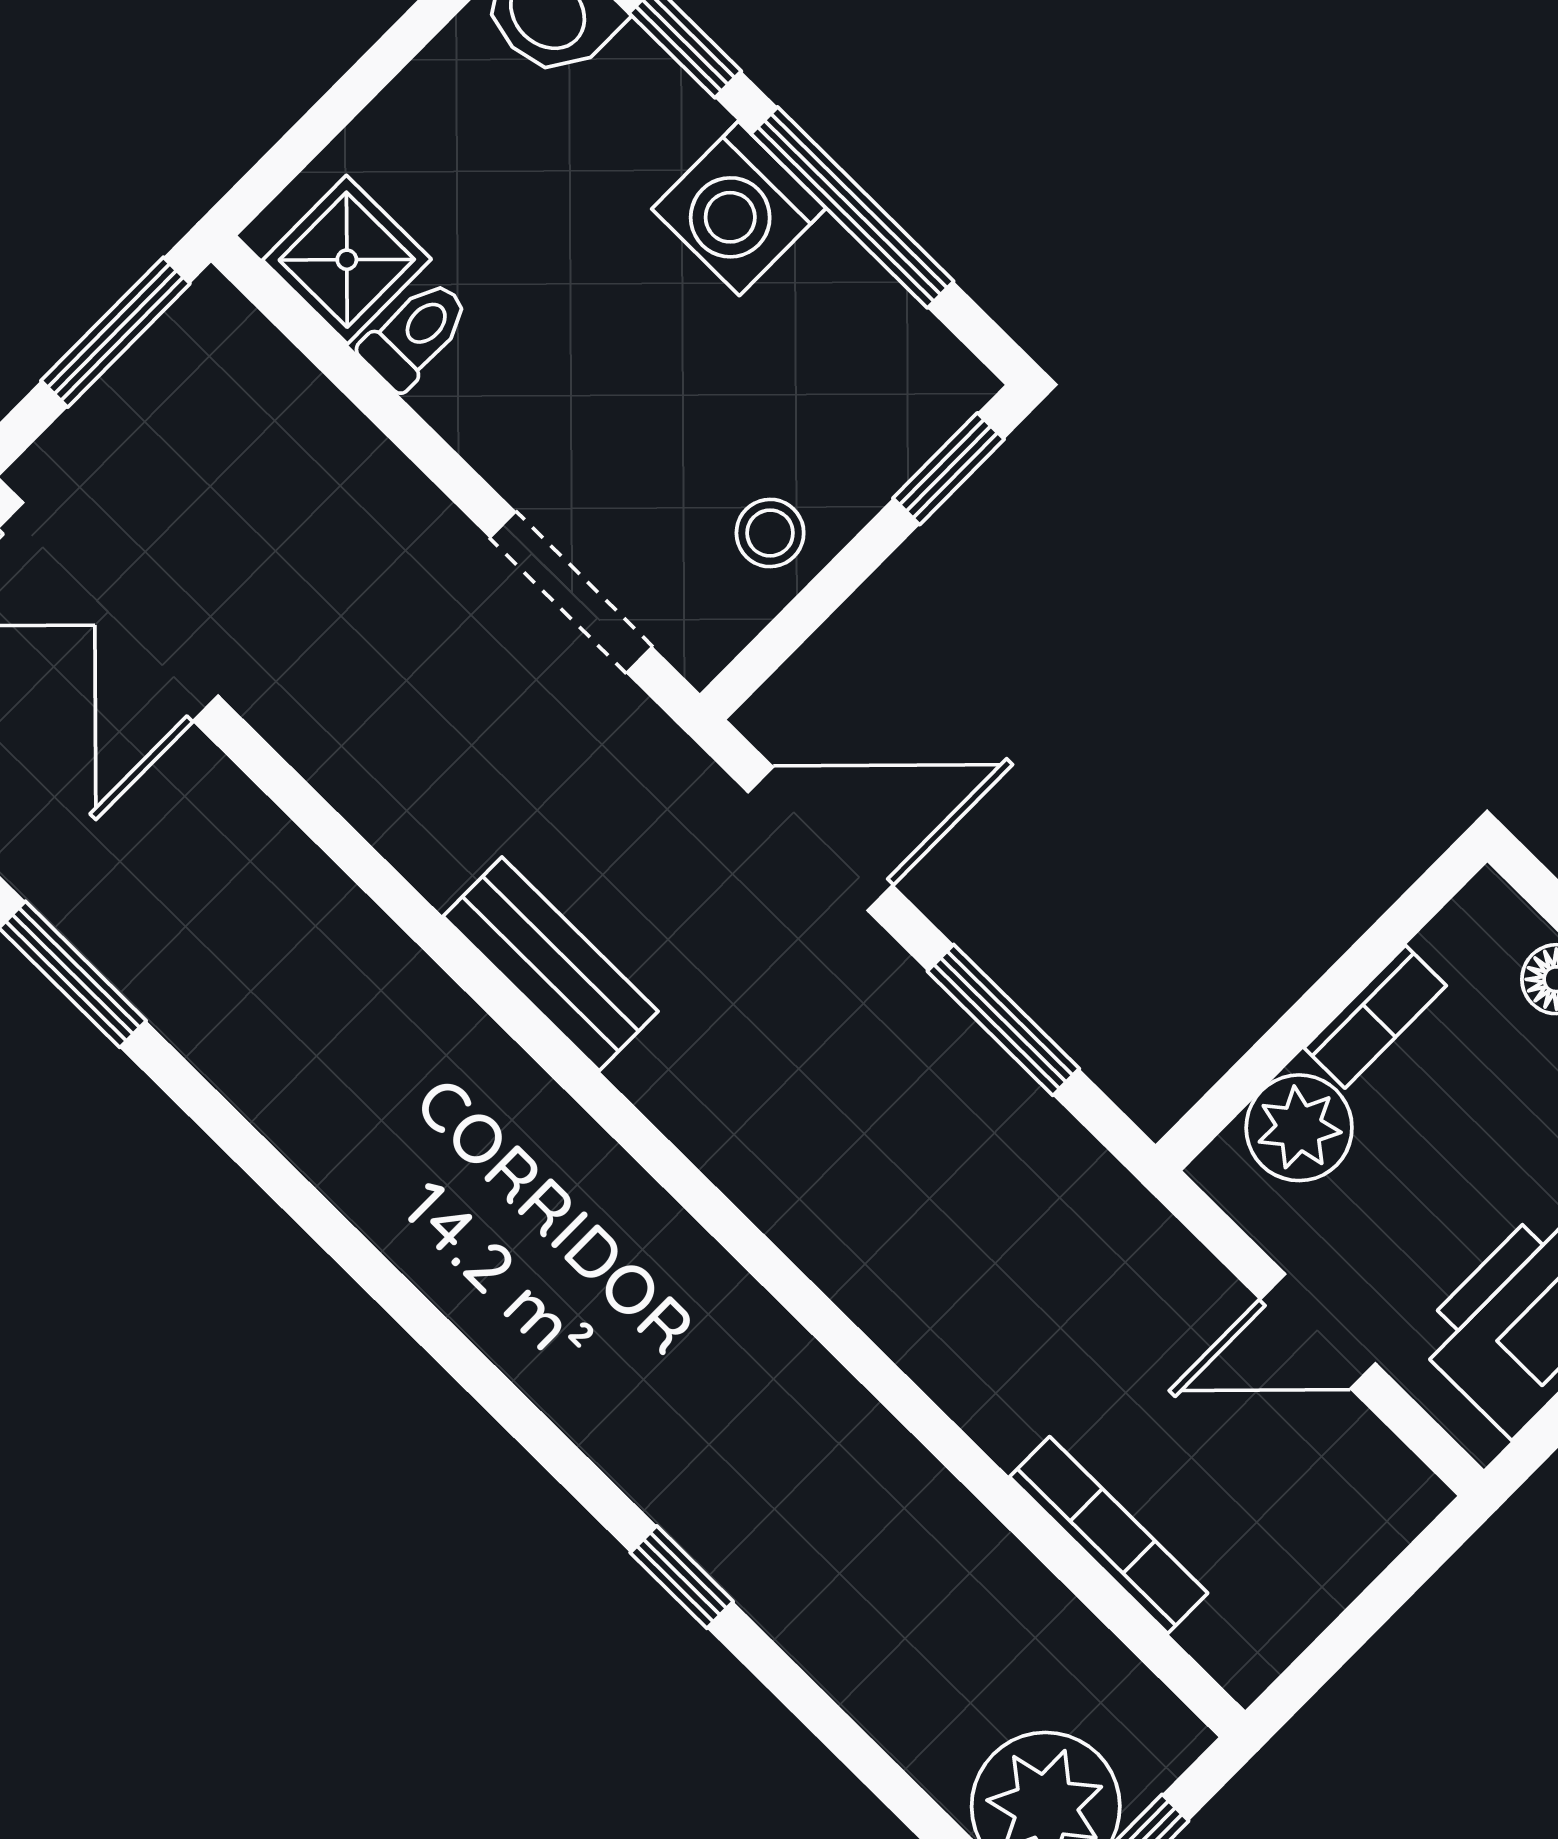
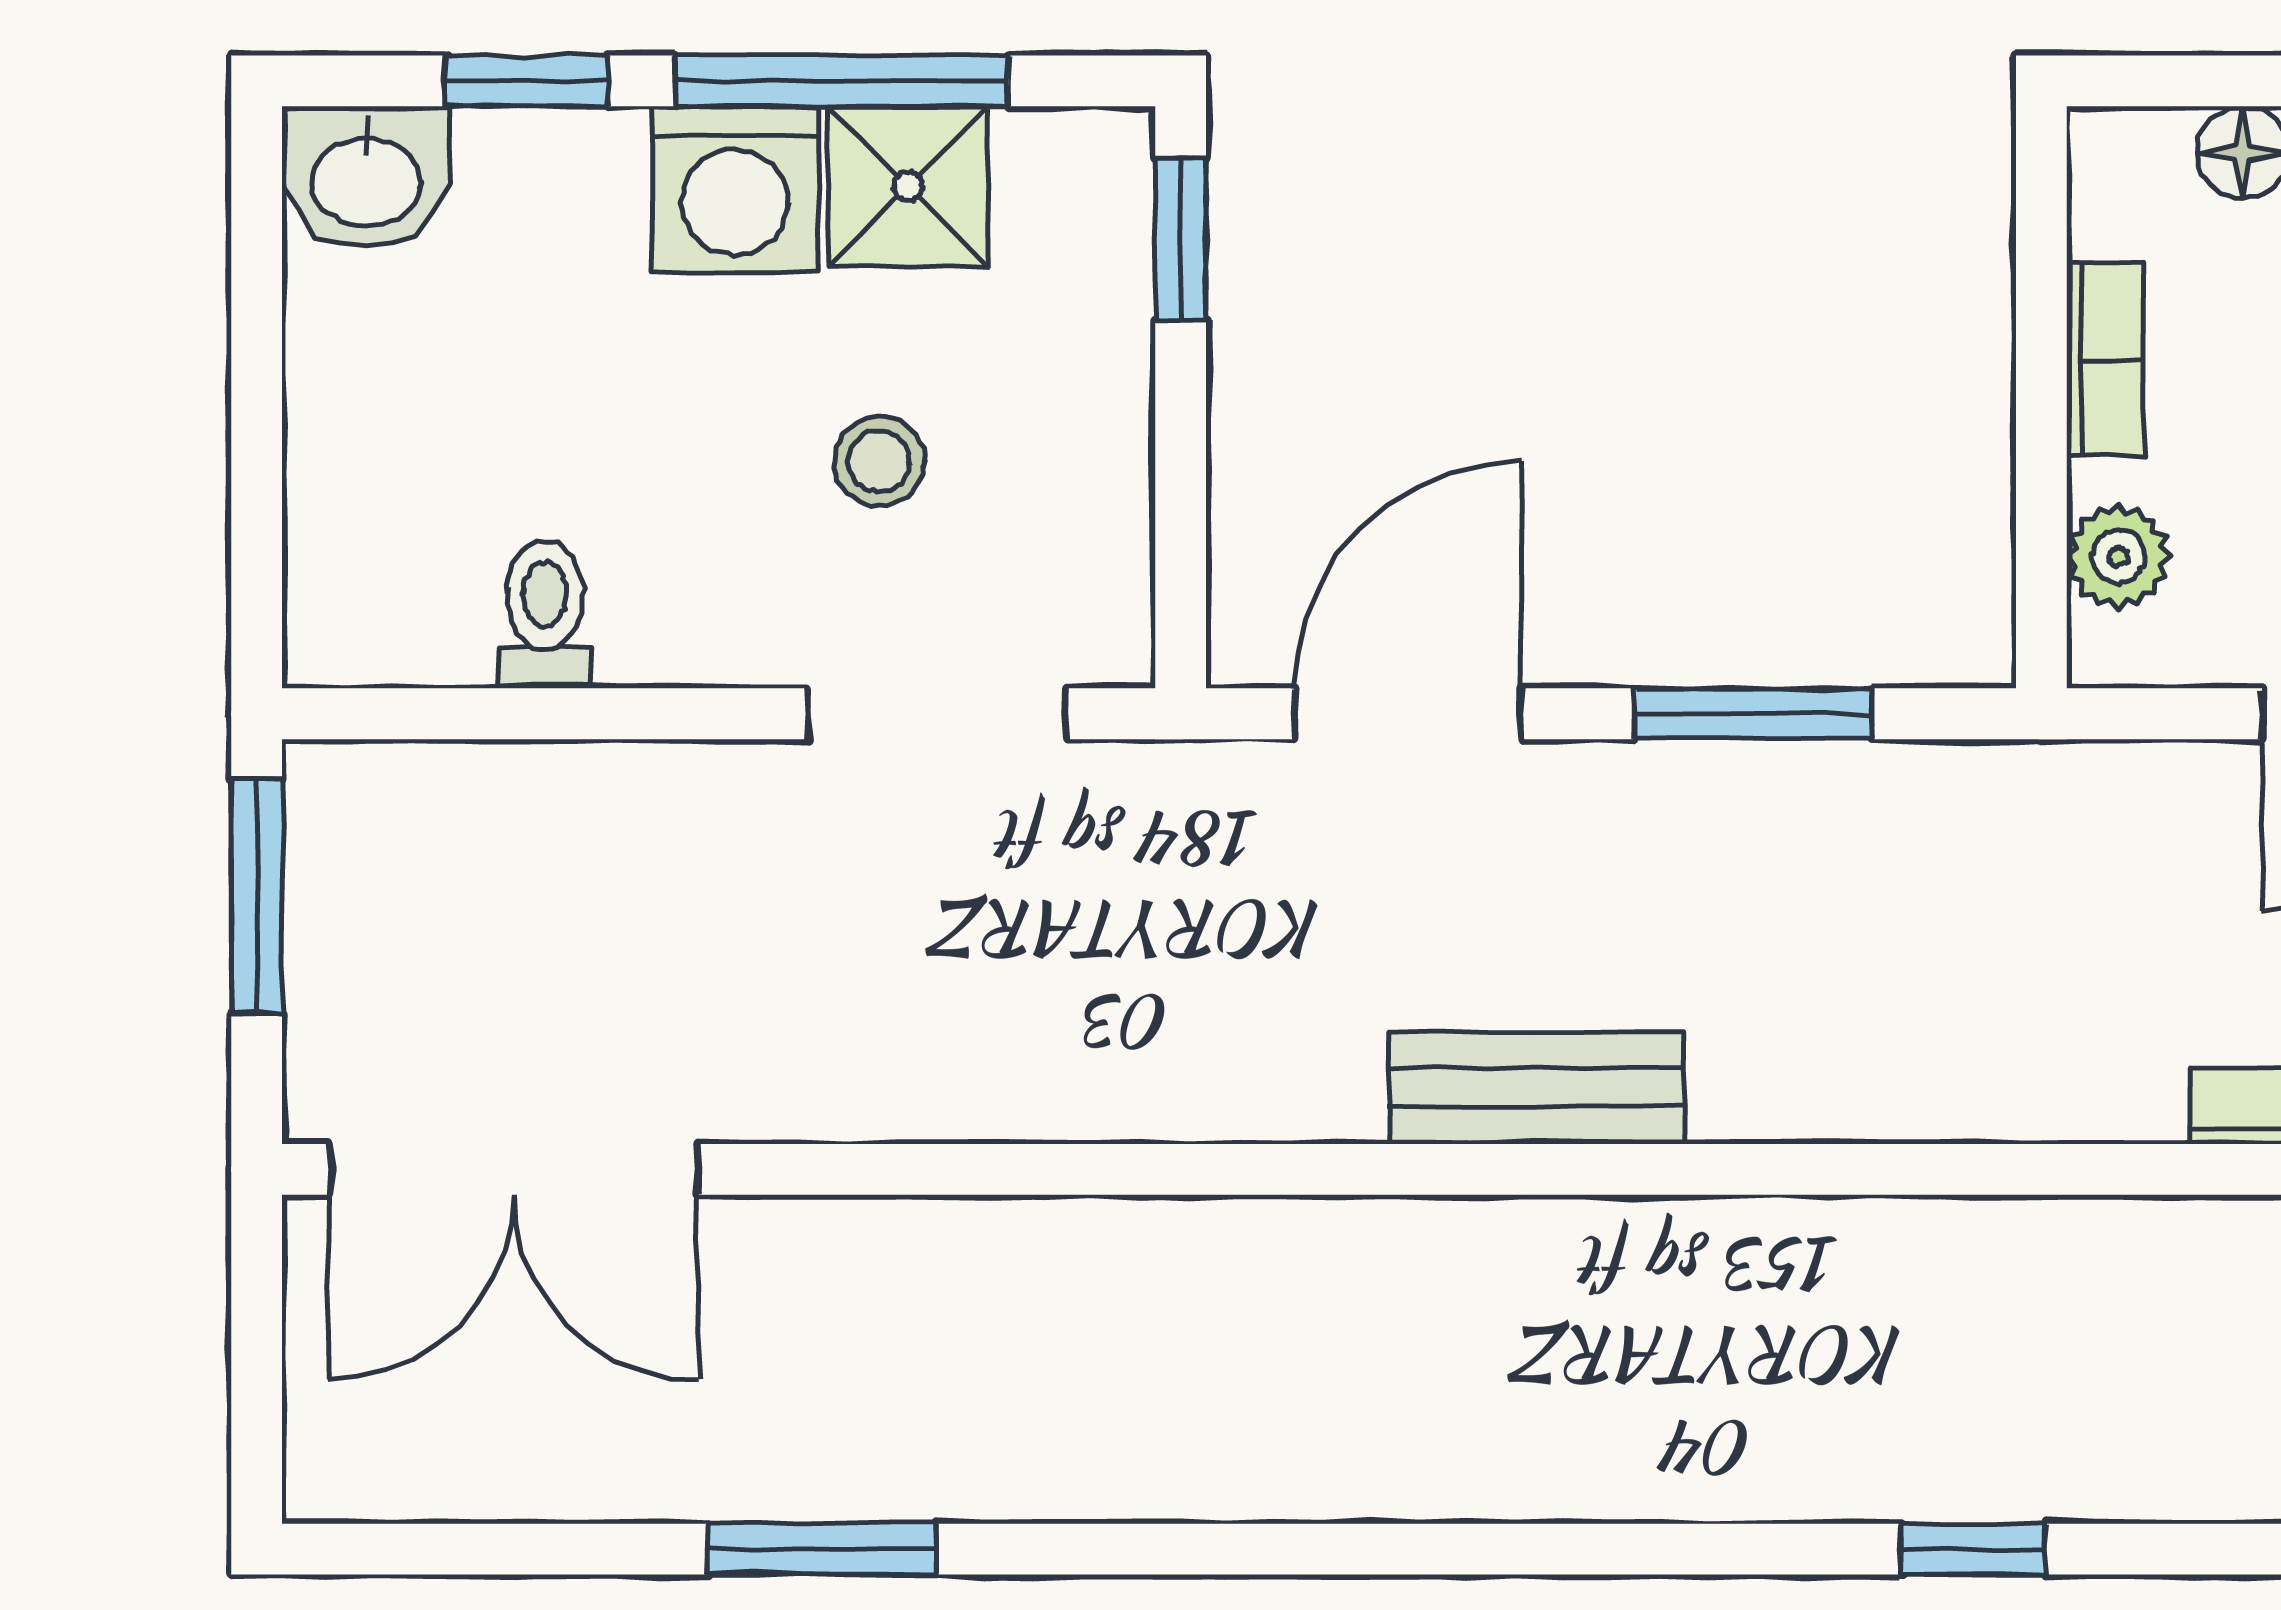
shower: (347, 260) -> (908, 186), moved
stool: (770, 533) -> (879, 461), moved
bench: (551, 964) -> (1536, 1088), moved
plant: (1299, 1128) -> (2118, 557), width x0.73, depth x0.73

